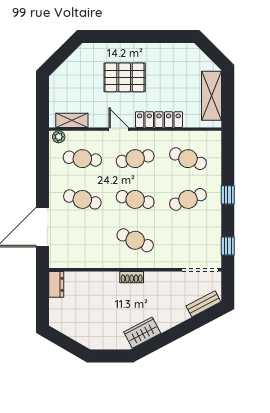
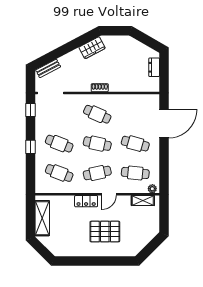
locker: (159, 120) -> (86, 201), width x0.66
door: (119, 129) -> (109, 194), hinge flipped
cafe table: (188, 199) -> (59, 144), turned 42
dresser: (56, 284) -> (154, 67), moved

